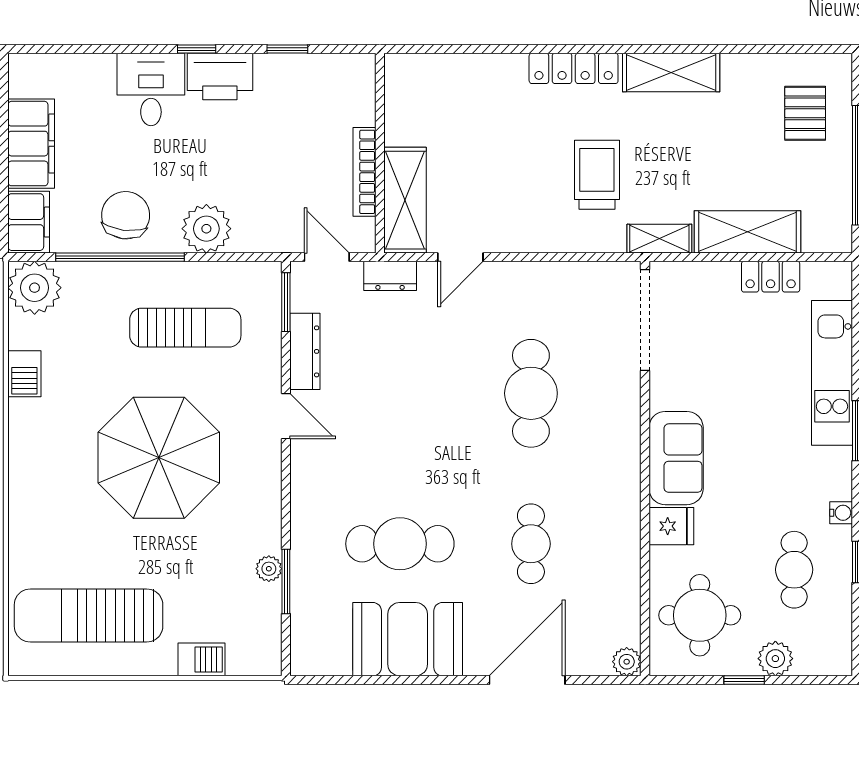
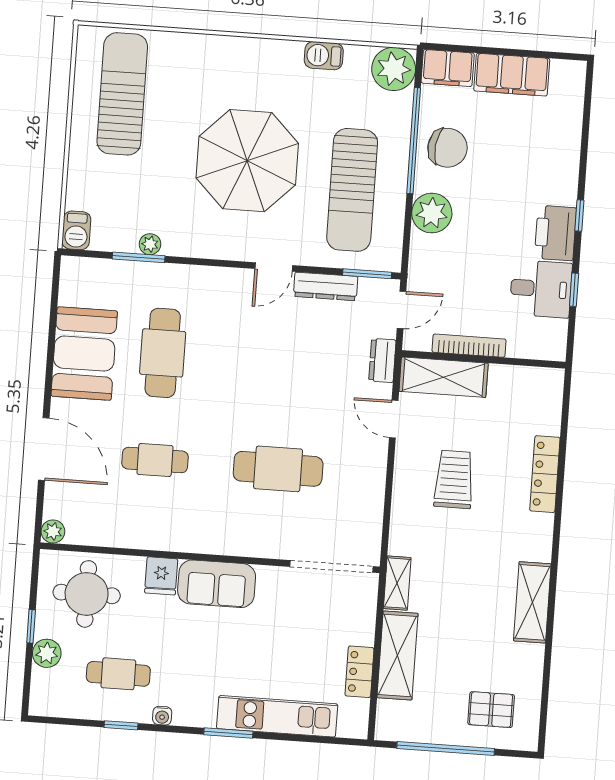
locker: (574, 68) -> (545, 474), moved
desk: (151, 89) -> (541, 289), moved
trolley: (597, 175) -> (454, 479), moved, turned -90
sun lounger: (185, 328) -> (352, 190), width x1.36, depth x1.34
barbecue: (202, 659) -> (76, 230), moved

